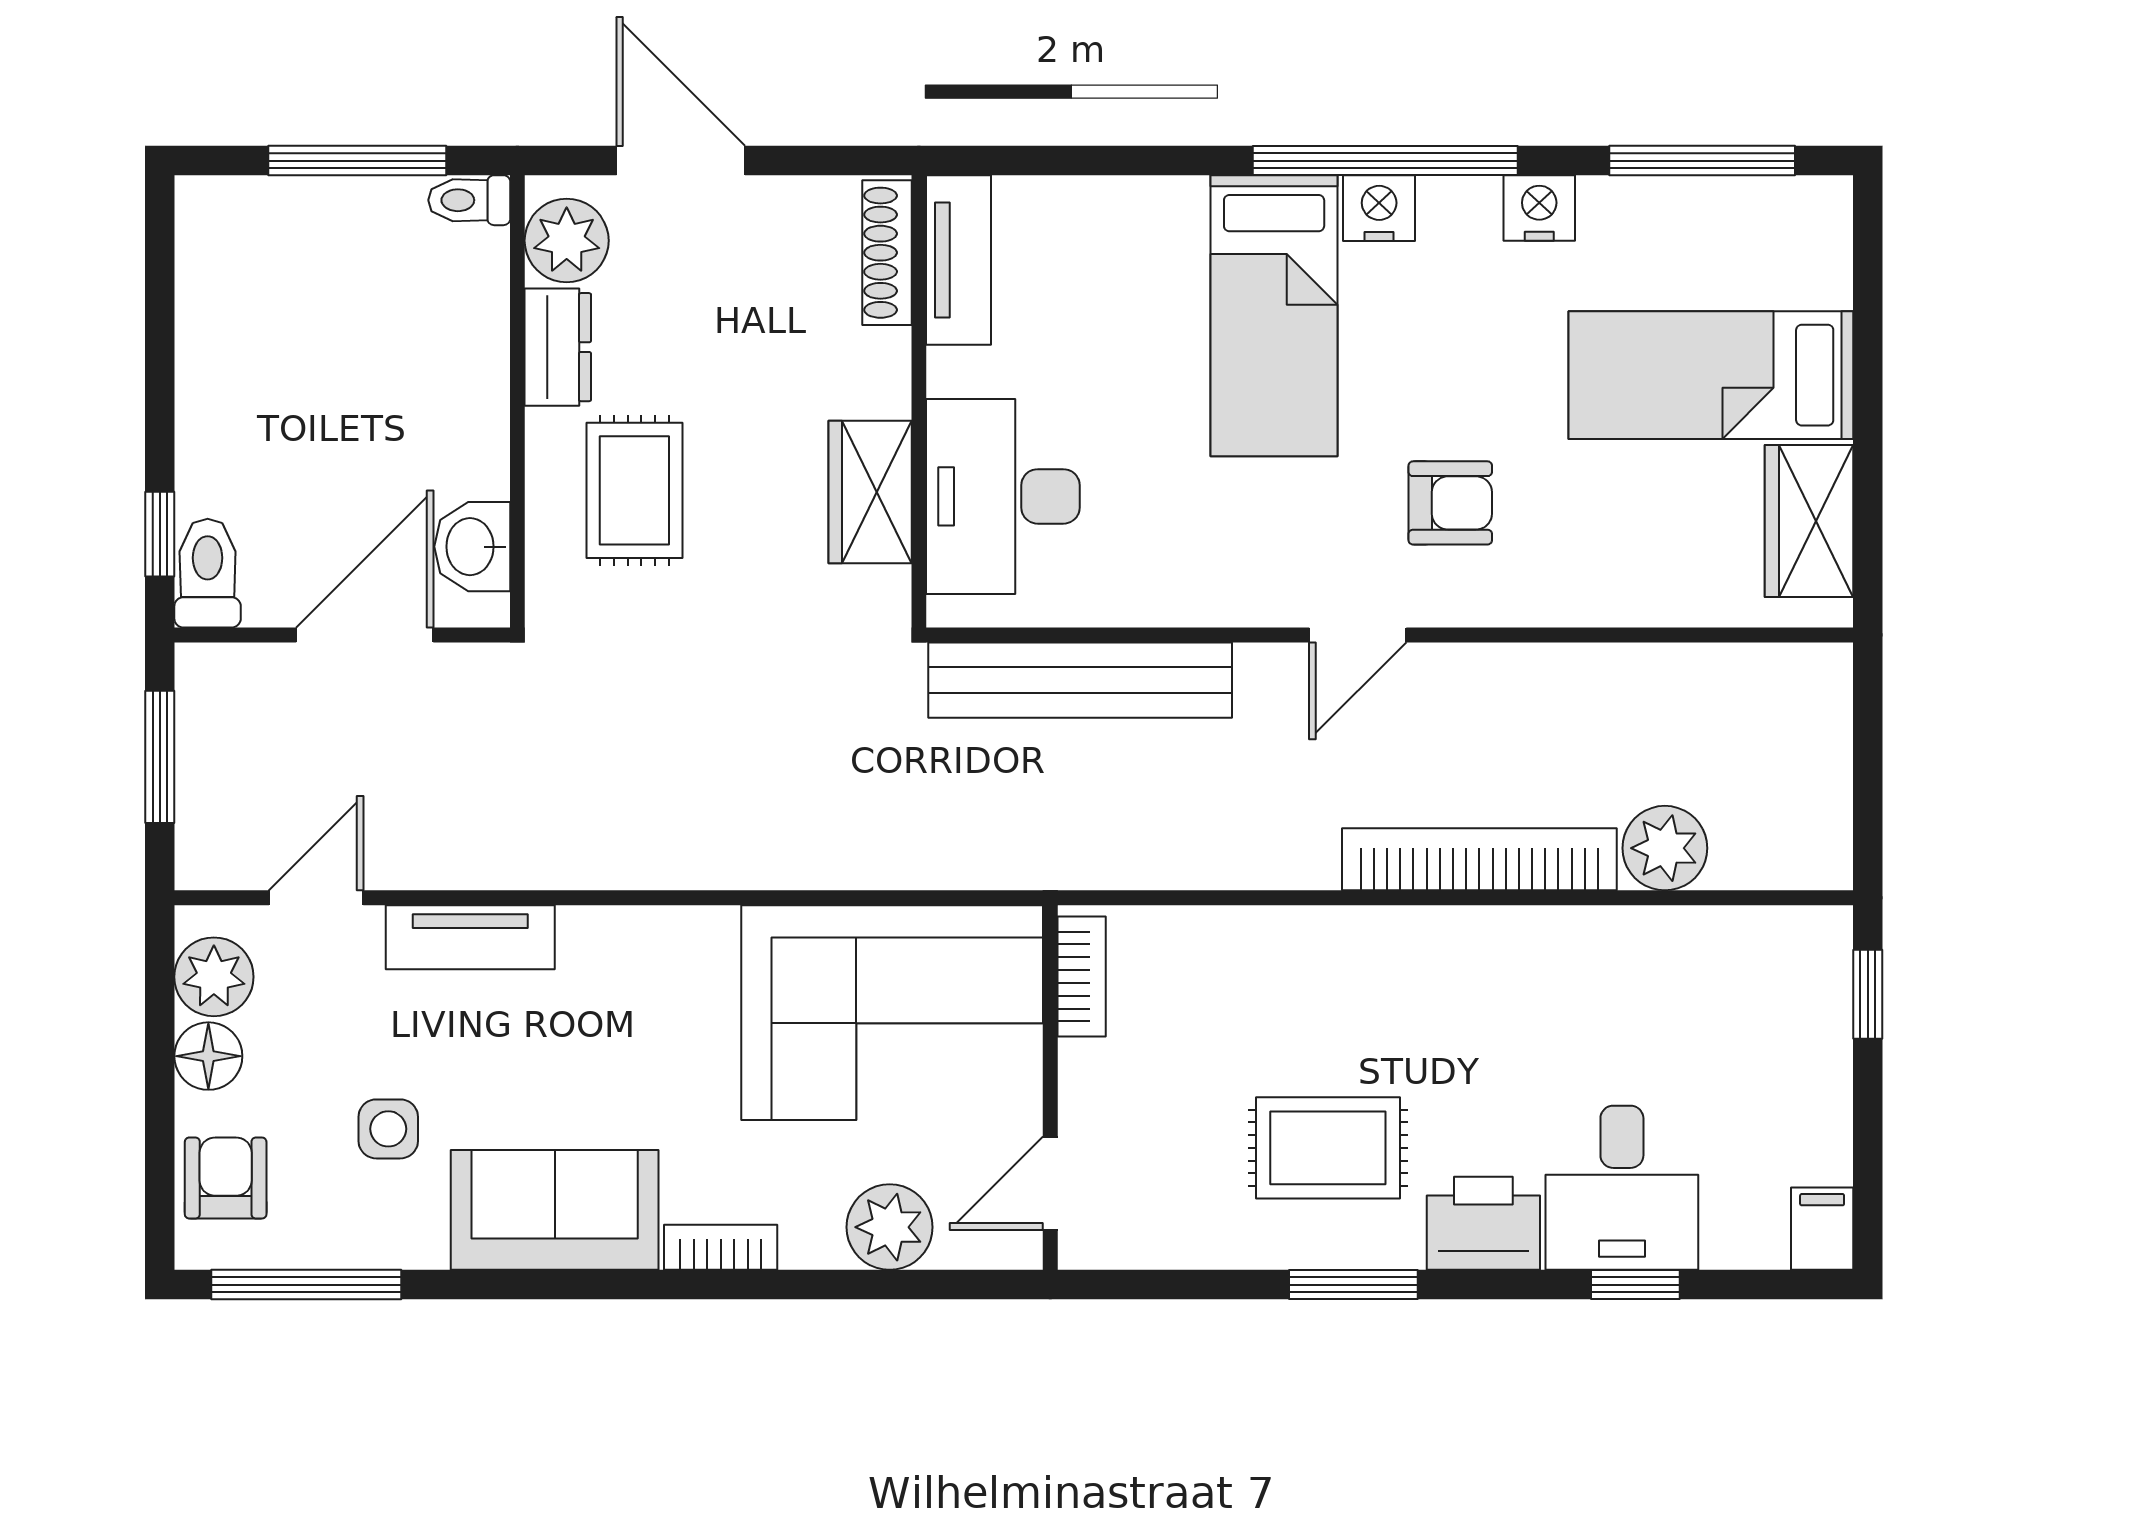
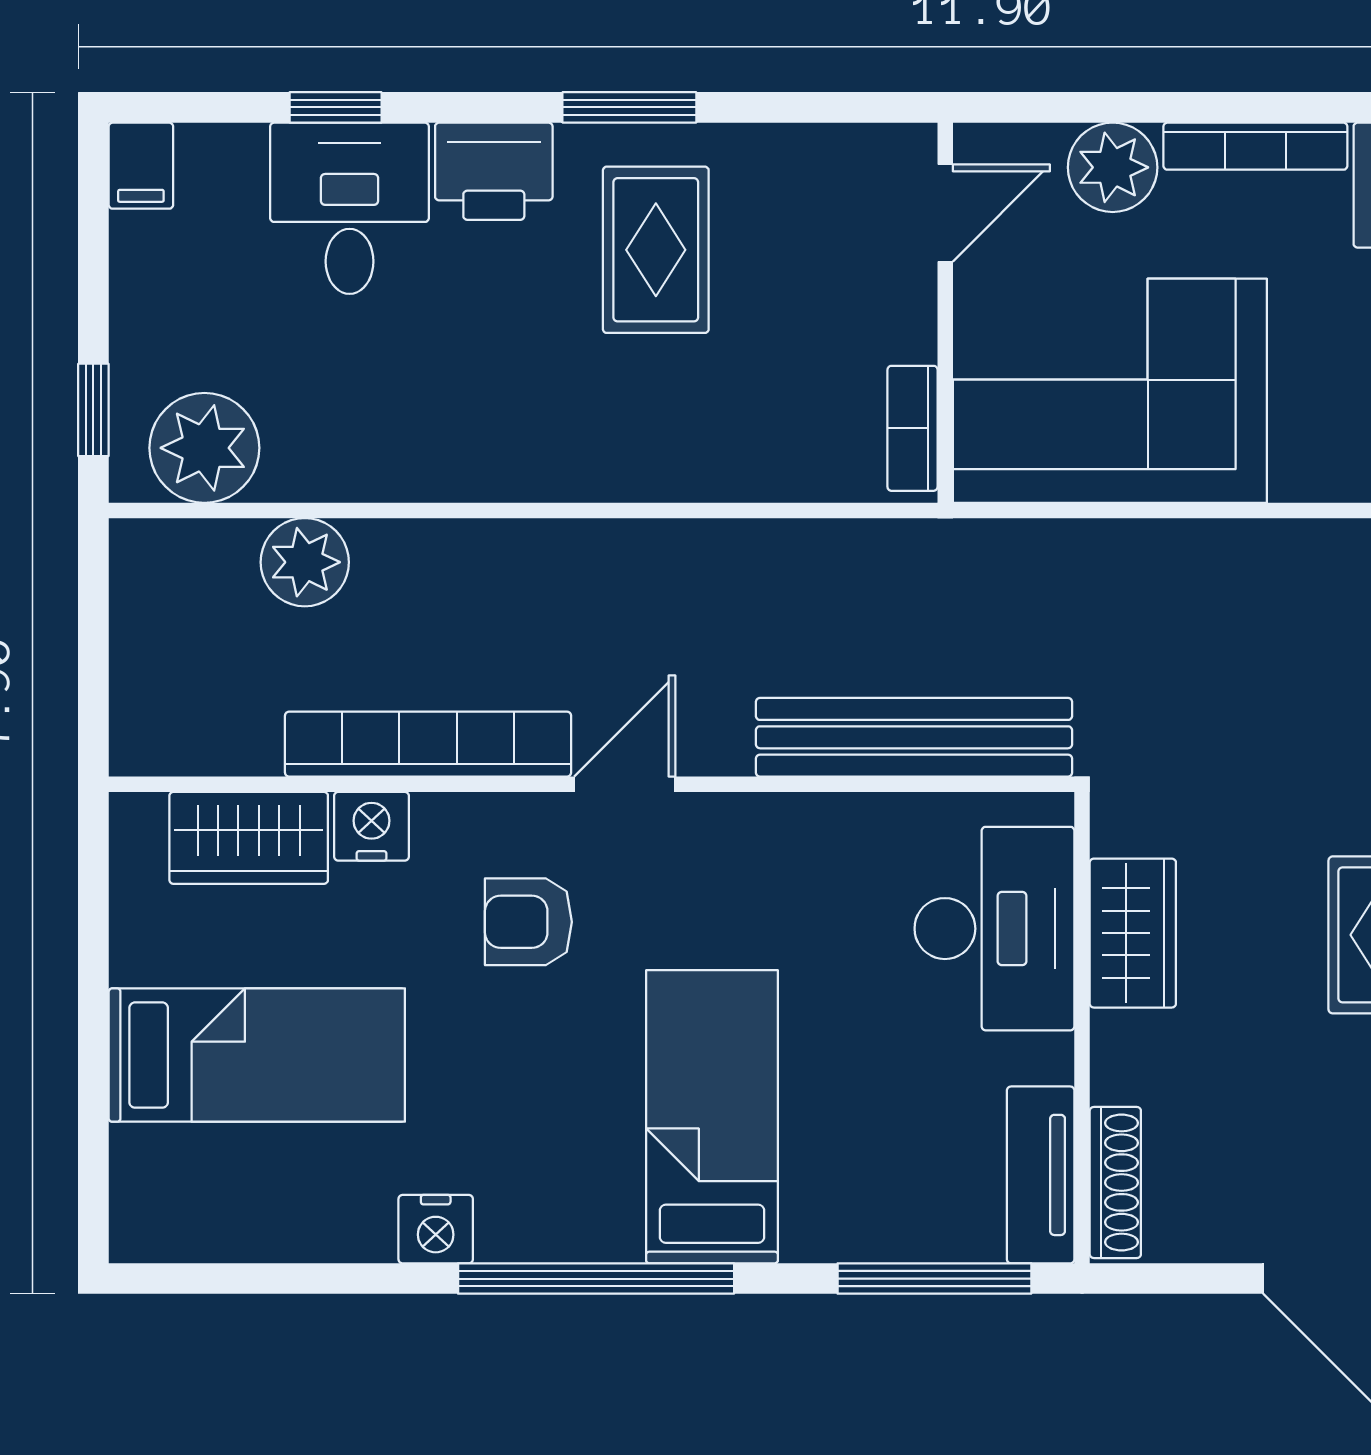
window: (1702, 161) -> (934, 1279), moved
nightstand: (1379, 208) -> (371, 826), moved, turned 180
wardrobe: (1809, 521) -> (249, 838), moved, turned 90
bookcase: (1479, 859) -> (428, 744), moved, turned 180
plant: (1761, 958) -> (204, 448), added
rug: (1328, 1148) -> (656, 250), turned 90
bookcase: (721, 1247) -> (1255, 146), width x1.56

